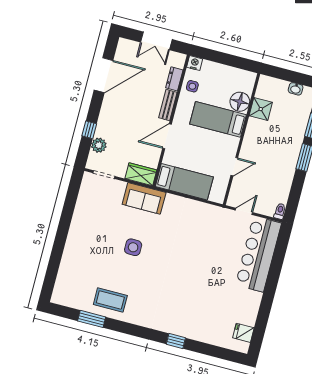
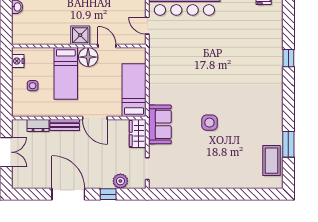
nightstand: (195, 63) -> (18, 61), moved
door: (104, 75) -> (68, 194), moved
side table: (192, 86) -> (33, 86), moved
floor lamp: (240, 102) -> (88, 57), moved
shower: (261, 109) -> (80, 35), moved
coffee table: (110, 300) -> (272, 161), moved

